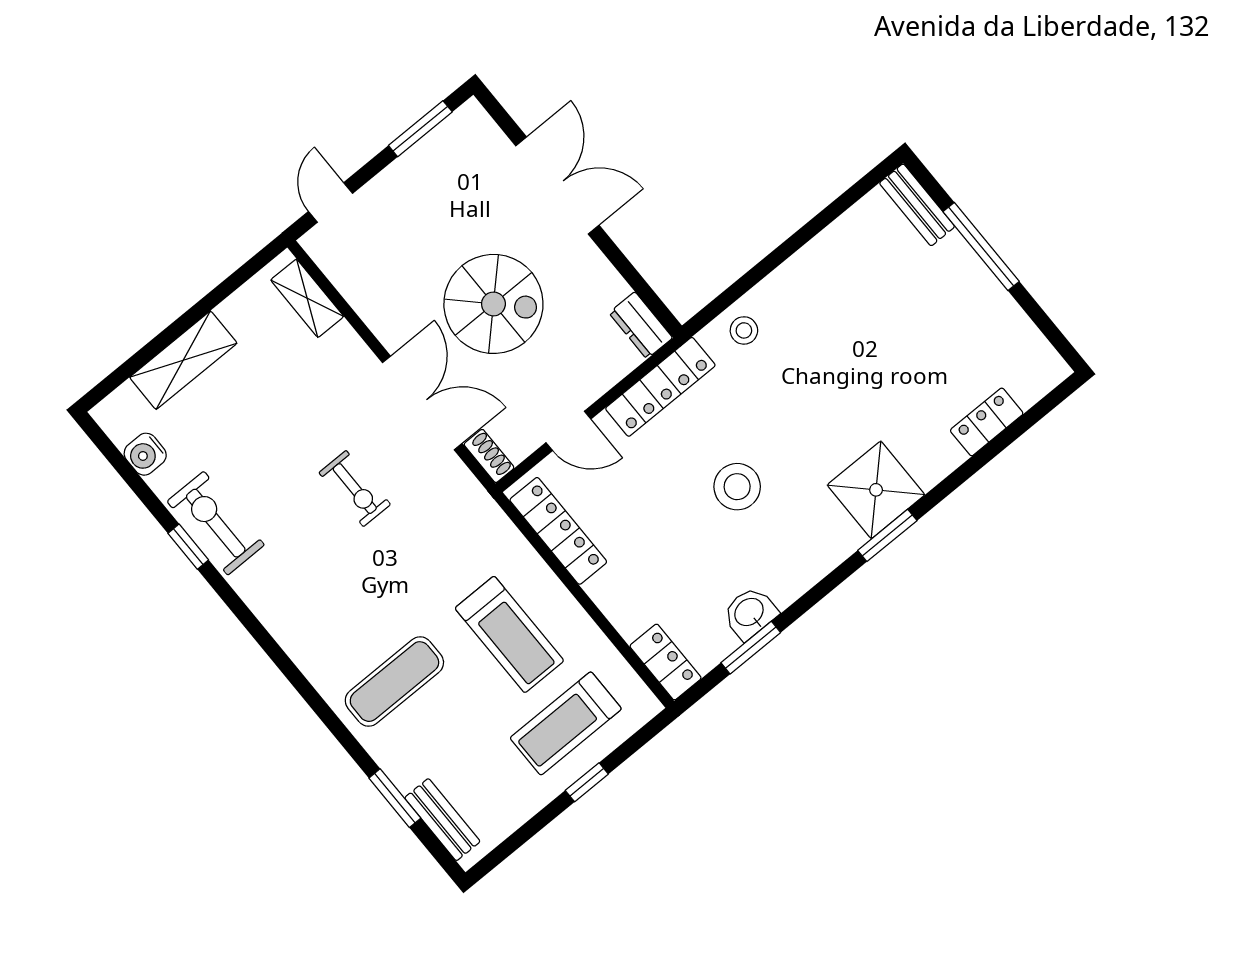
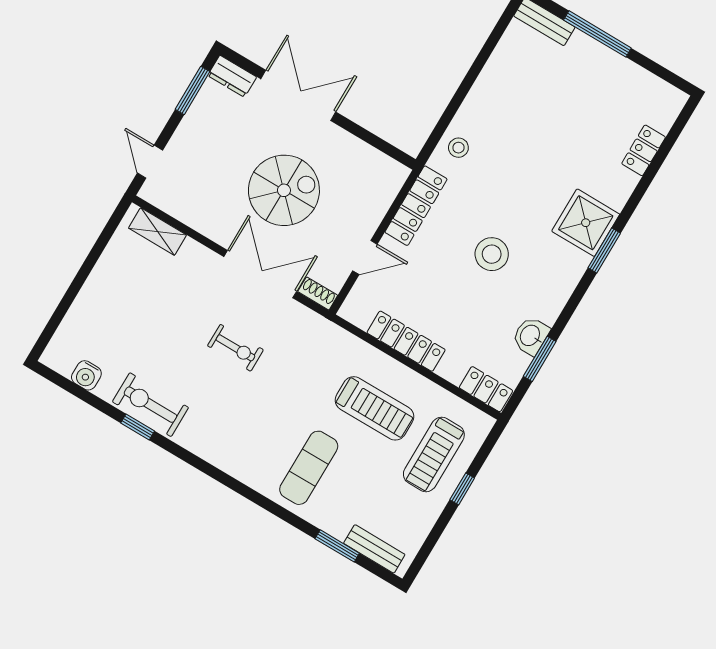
dresser: (641, 325) -> (232, 76), moved
shelving: (183, 360) -> (89, 303), removed
locker: (558, 531) -> (406, 341), moved

